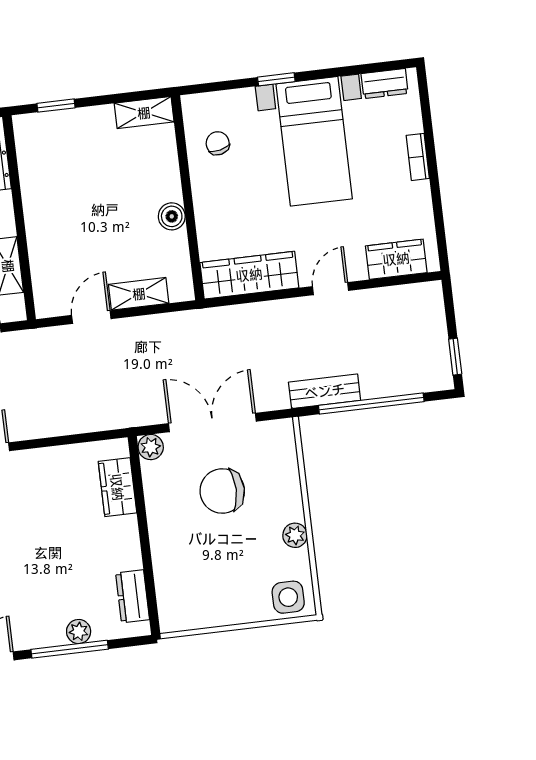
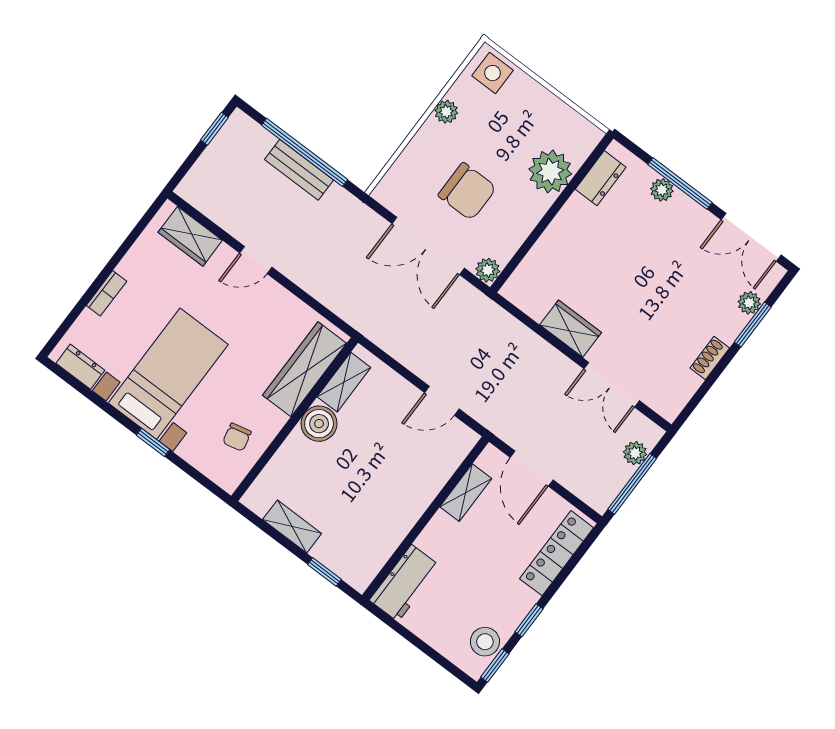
shelving: (144, 113) -> (292, 526), moved
boiler: (172, 216) -> (319, 424), width x1.36, depth x1.36
wardrobe: (249, 275) -> (305, 369), moved, turned 90
shelving: (139, 294) -> (344, 382), moved, turned 90
bench: (325, 391) -> (299, 170), moved
wardrobe: (117, 487) -> (571, 329), moved, turned -90
plant: (175, 565) -> (550, 172), added

